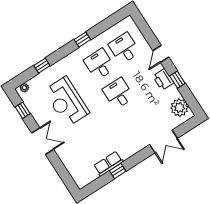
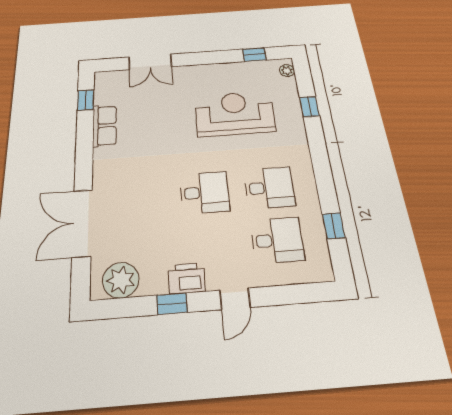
window: (82, 40) -> (334, 226), moved
door: (161, 54) -> (235, 299), swing flipped
double door: (43, 141) -> (150, 62), moved
double door: (163, 141) -> (82, 223), width x1.37
window: (118, 171) -> (86, 100), moved

